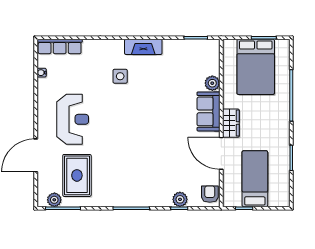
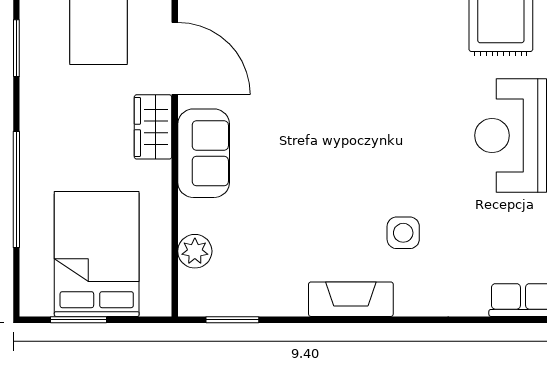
plant: (212, 83) -> (195, 251), moved

